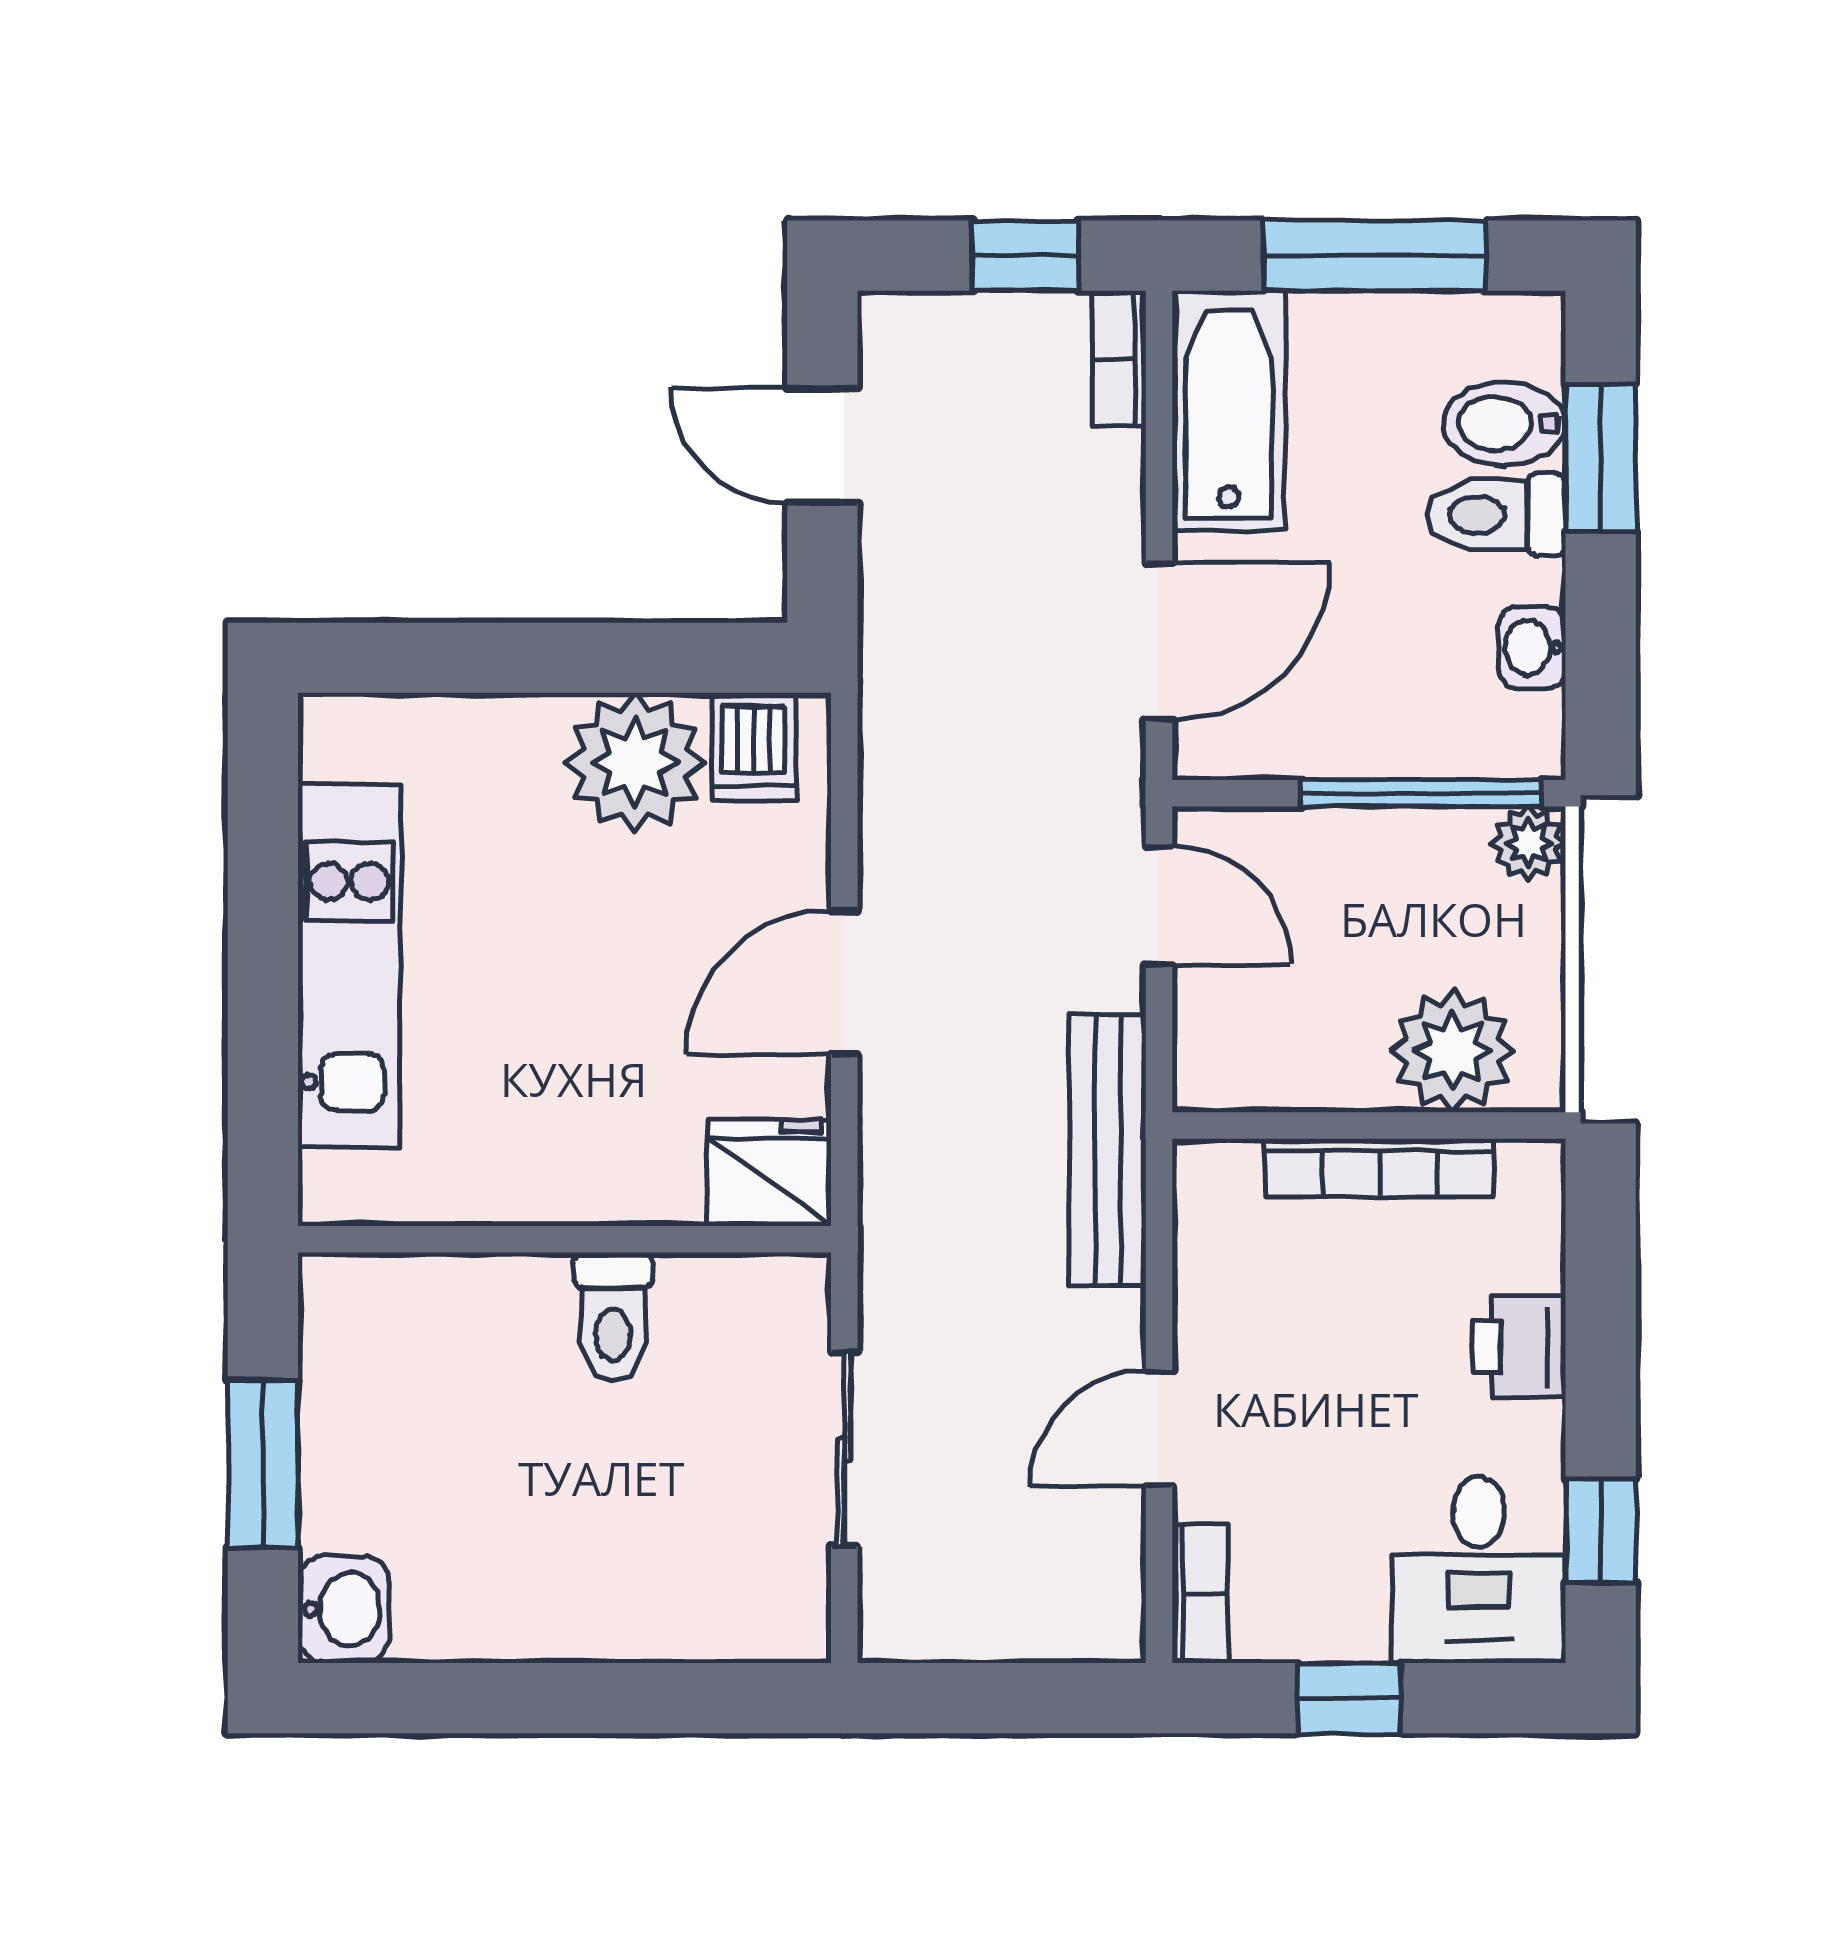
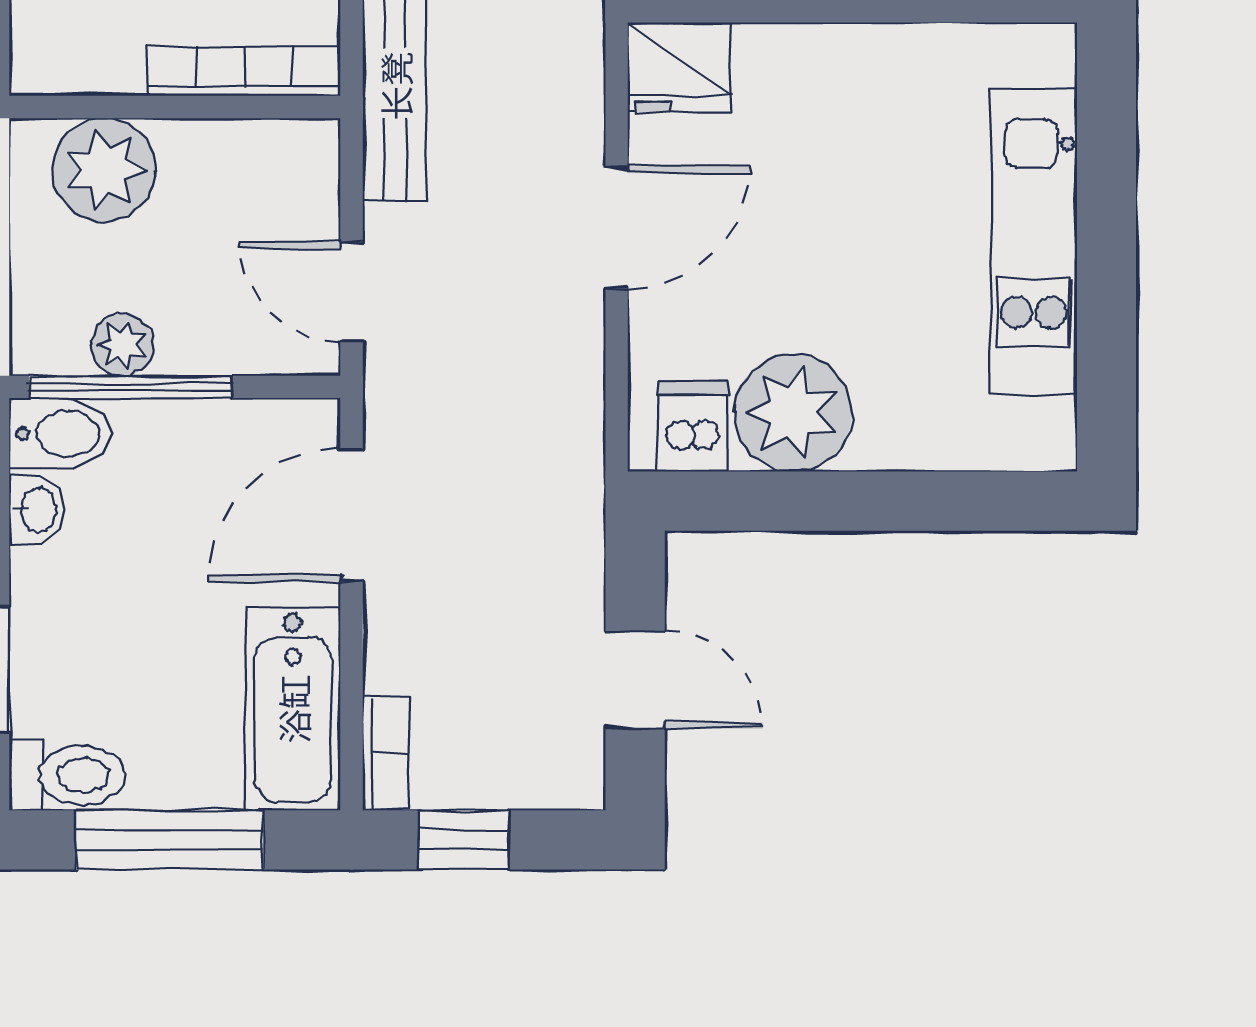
bidet: (1505, 424) -> (60, 434), moved
toilet: (1497, 515) -> (67, 775), moved
plant: (1529, 843) -> (122, 345), moved
bookcase: (1379, 1168) -> (244, 71), moved

